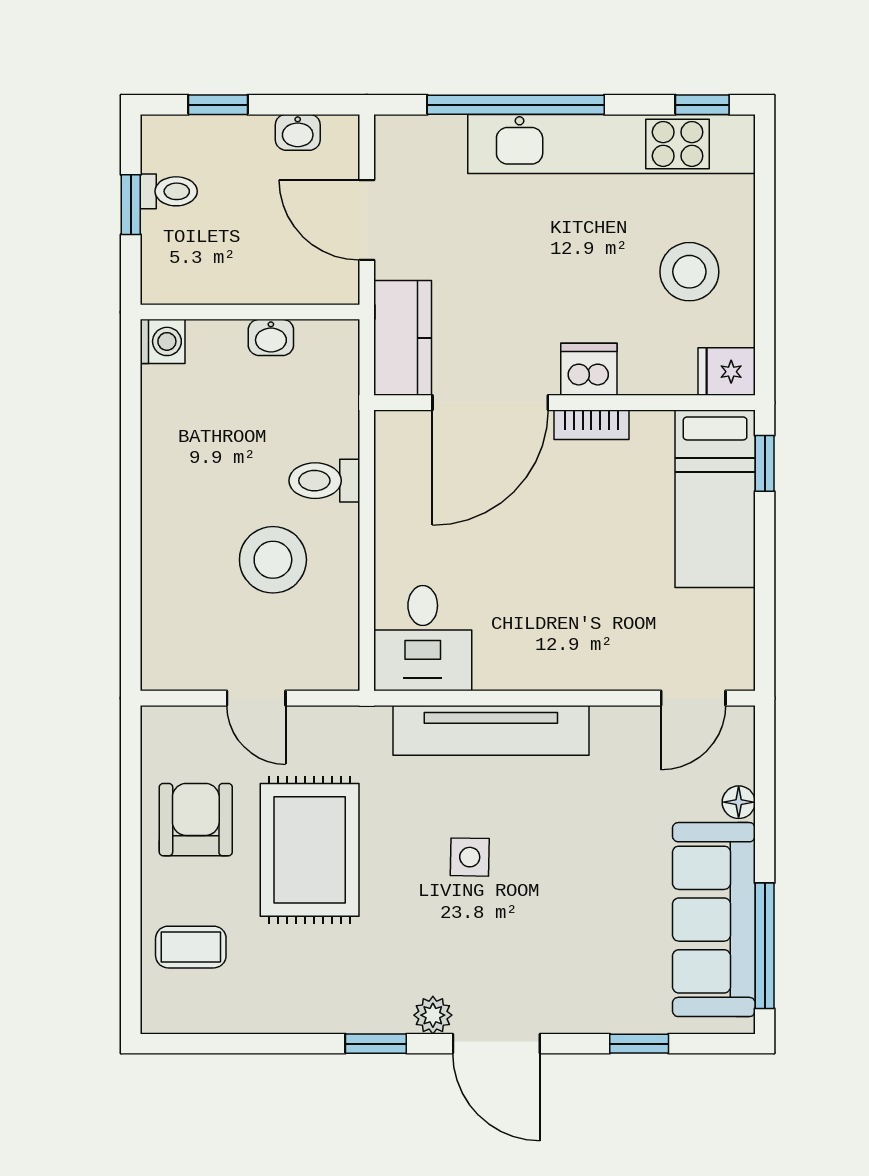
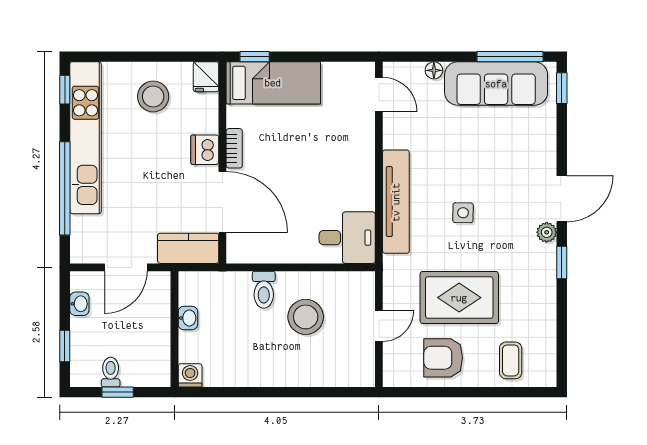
window: (639, 1044) -> (562, 88), moved

